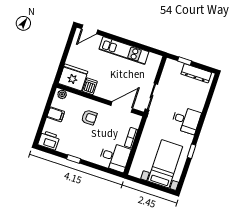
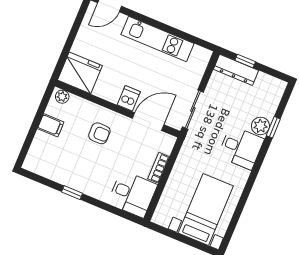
dresser: (196, 73) -> (236, 70), moved
dishwasher: (90, 86) -> (129, 98), moved
plant: (198, 104) -> (260, 126), added
printer: (49, 140) -> (38, 163), removed
window: (192, 151) -> (273, 127), moved

